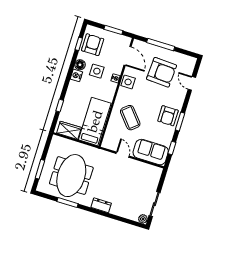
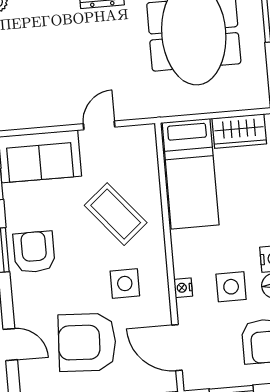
side table: (128, 82) -> (125, 283), moved
door: (123, 155) -> (99, 125), swing flipped

